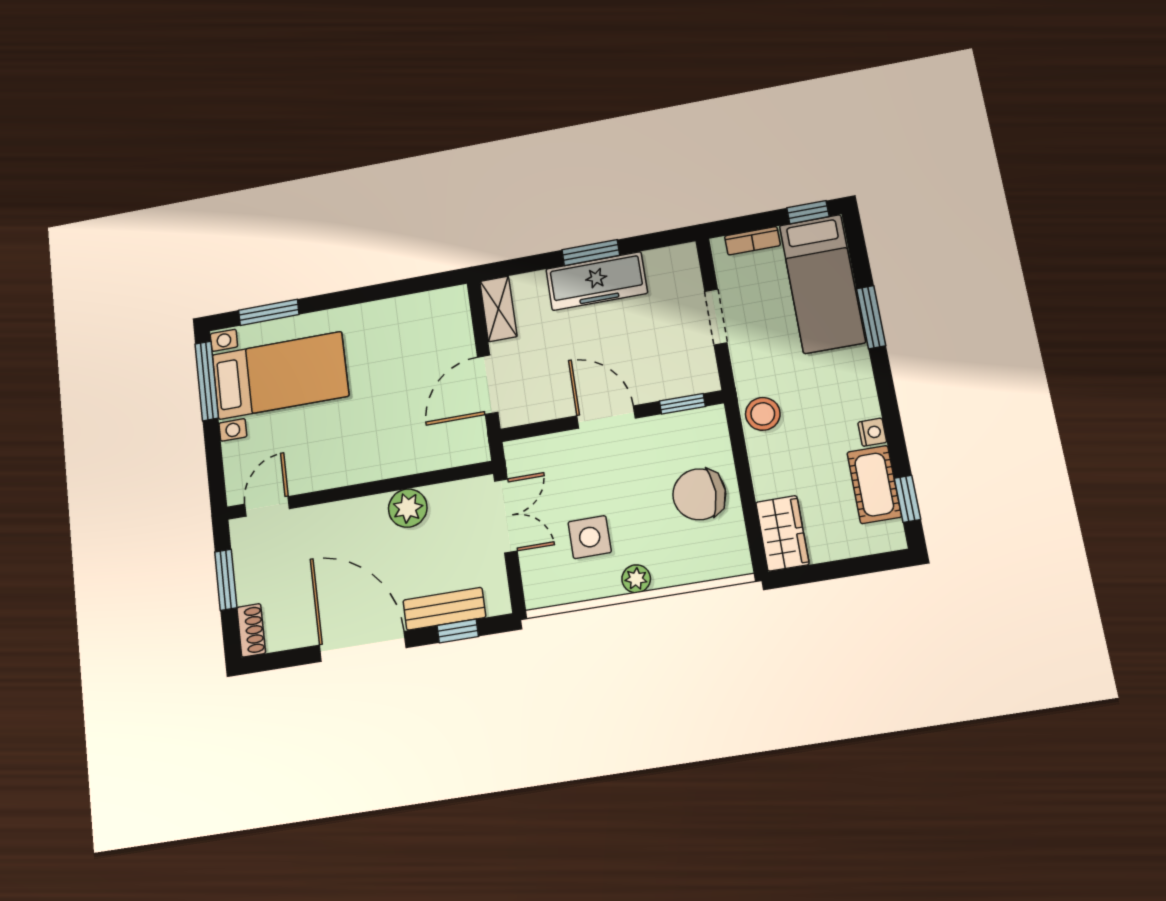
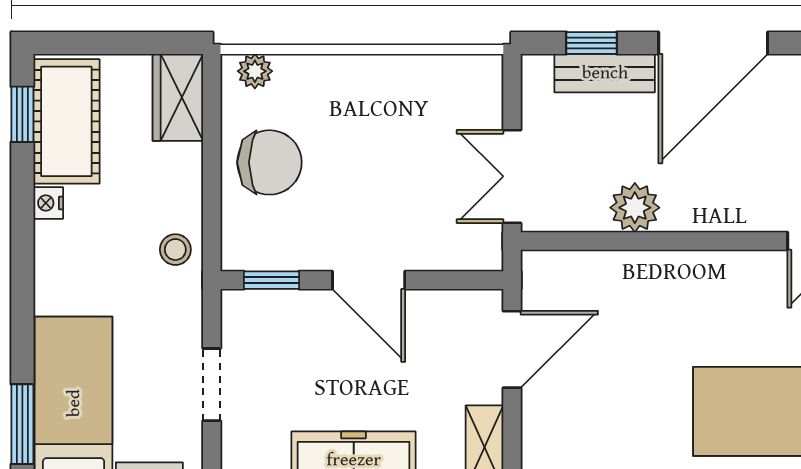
window: (871, 317) -> (22, 424), moved
stool: (763, 414) -> (175, 250), width x0.73, depth x0.73
cot: (874, 485) -> (66, 121), width x1.37, depth x1.34
side table: (590, 537) -> (412, 132), removed
plant: (636, 579) -> (255, 71), moved
door: (363, 646) -> (713, 43), hinge flipped

